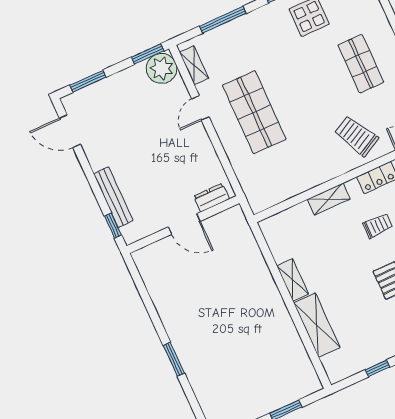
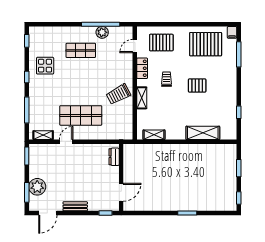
plant: (162, 68) -> (37, 187), moved
door: (200, 108) -> (66, 142), swing flipped
trolley: (356, 136) -> (118, 94), moved
bench: (113, 197) -> (75, 206), moved, width x0.73
door: (184, 224) -> (121, 192), moved
shelving: (293, 280) -> (154, 135), moved

